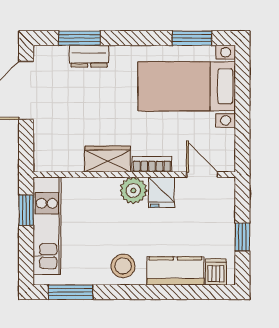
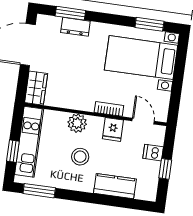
wardrobe: (108, 159) -> (36, 88), moved, turned 90
plant: (133, 190) -> (77, 123), moved
window: (26, 210) -> (13, 151), moved
stool: (123, 266) -> (80, 157), moved
dishwasher: (216, 272) -> (153, 153), moved, turned -90

